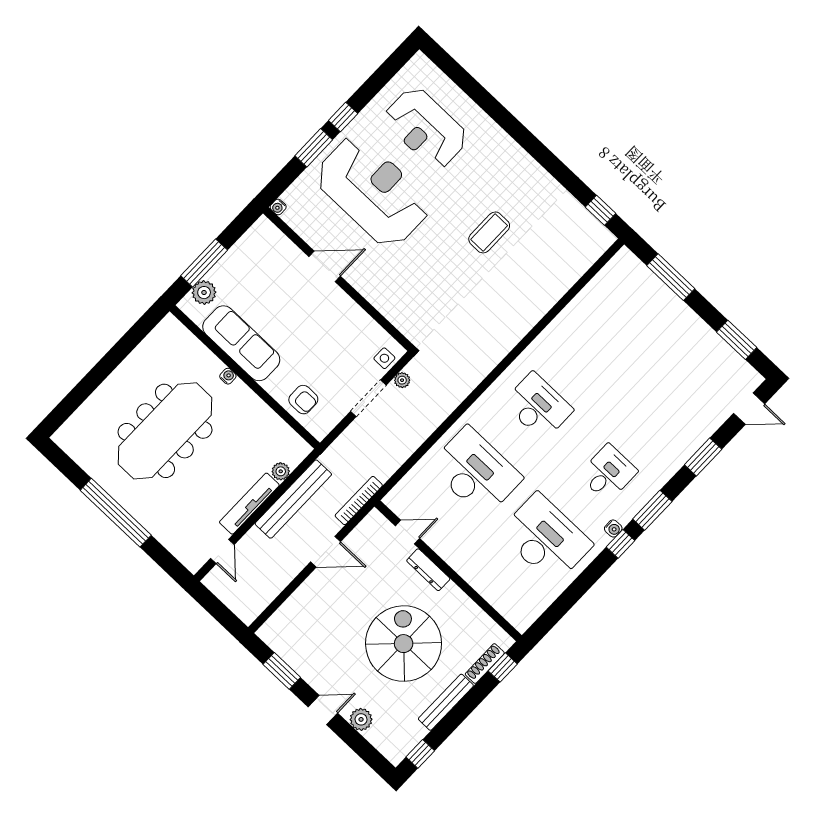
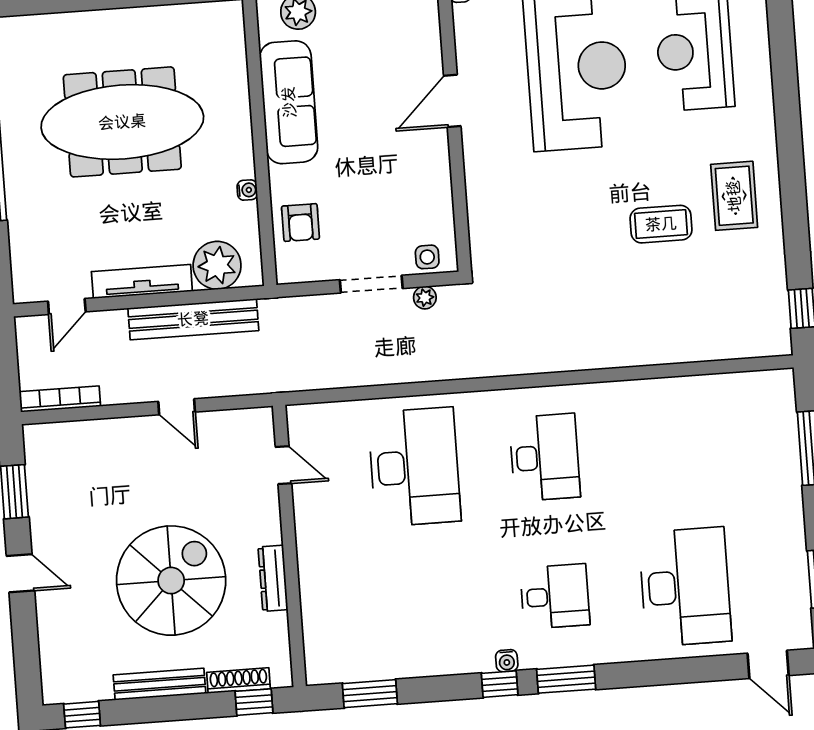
rug: (514, 184) -> (734, 196), added
door: (325, 266) -> (452, 101), swing flipped
water cooler: (228, 376) -> (247, 190), moved
window: (703, 457) -> (370, 694), moved
plant: (281, 471) -> (217, 265), width x1.88, depth x1.88
bookcase: (359, 501) -> (60, 399), moved
desk: (546, 539) -> (685, 587), moved
door: (326, 552) -> (177, 407), width x0.73
dresser: (428, 570) -> (273, 578), moved
plant: (361, 719) -> (52, 620), removed

